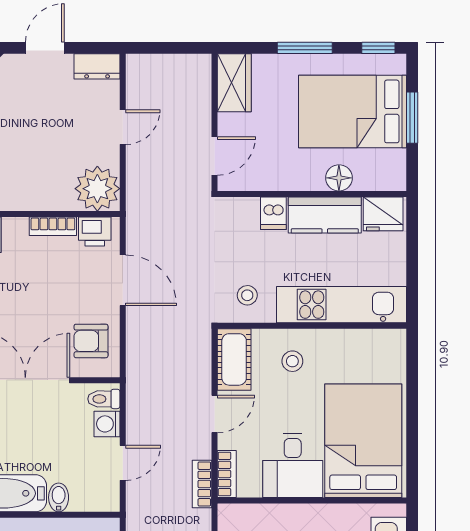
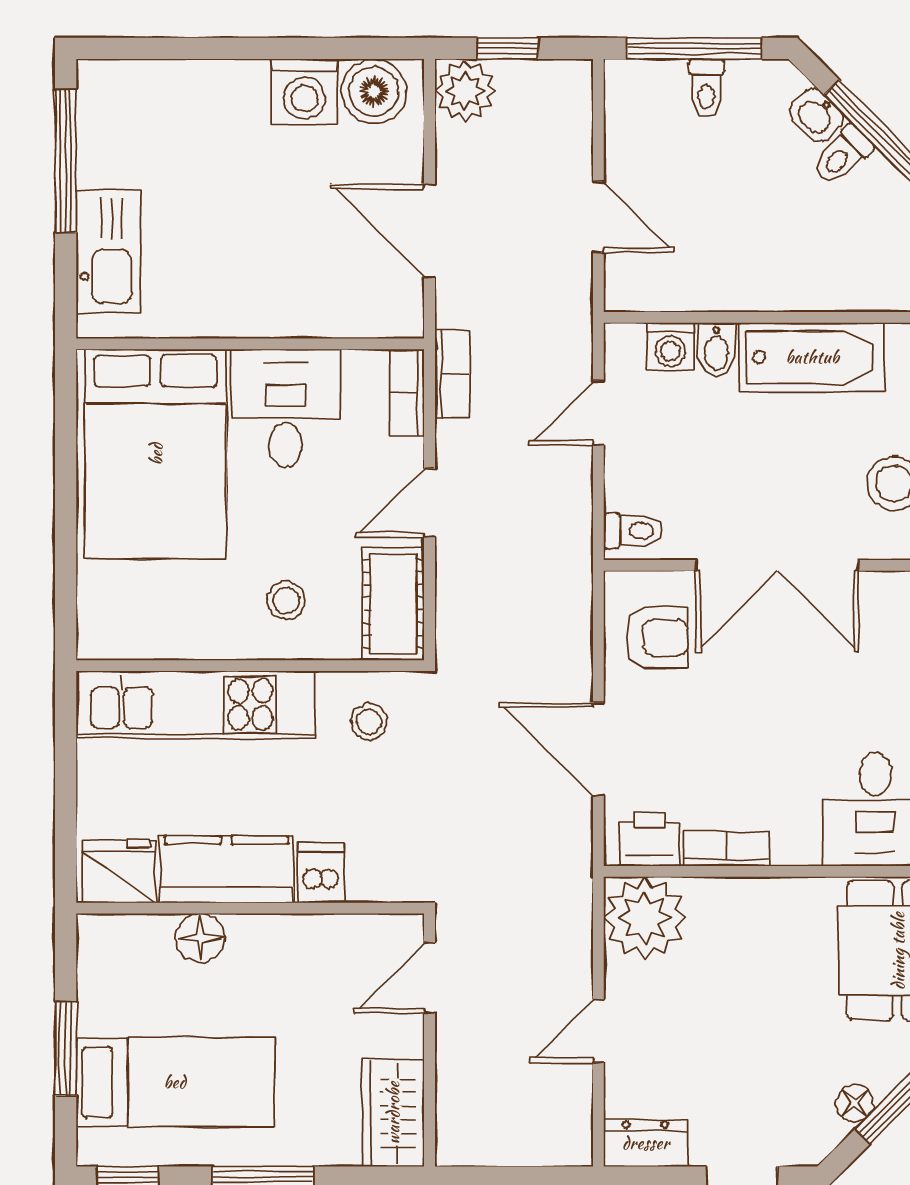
bed: (352, 111) -> (175, 1082), width x0.67
washing machine: (107, 424) -> (670, 346), moved, turned 90

